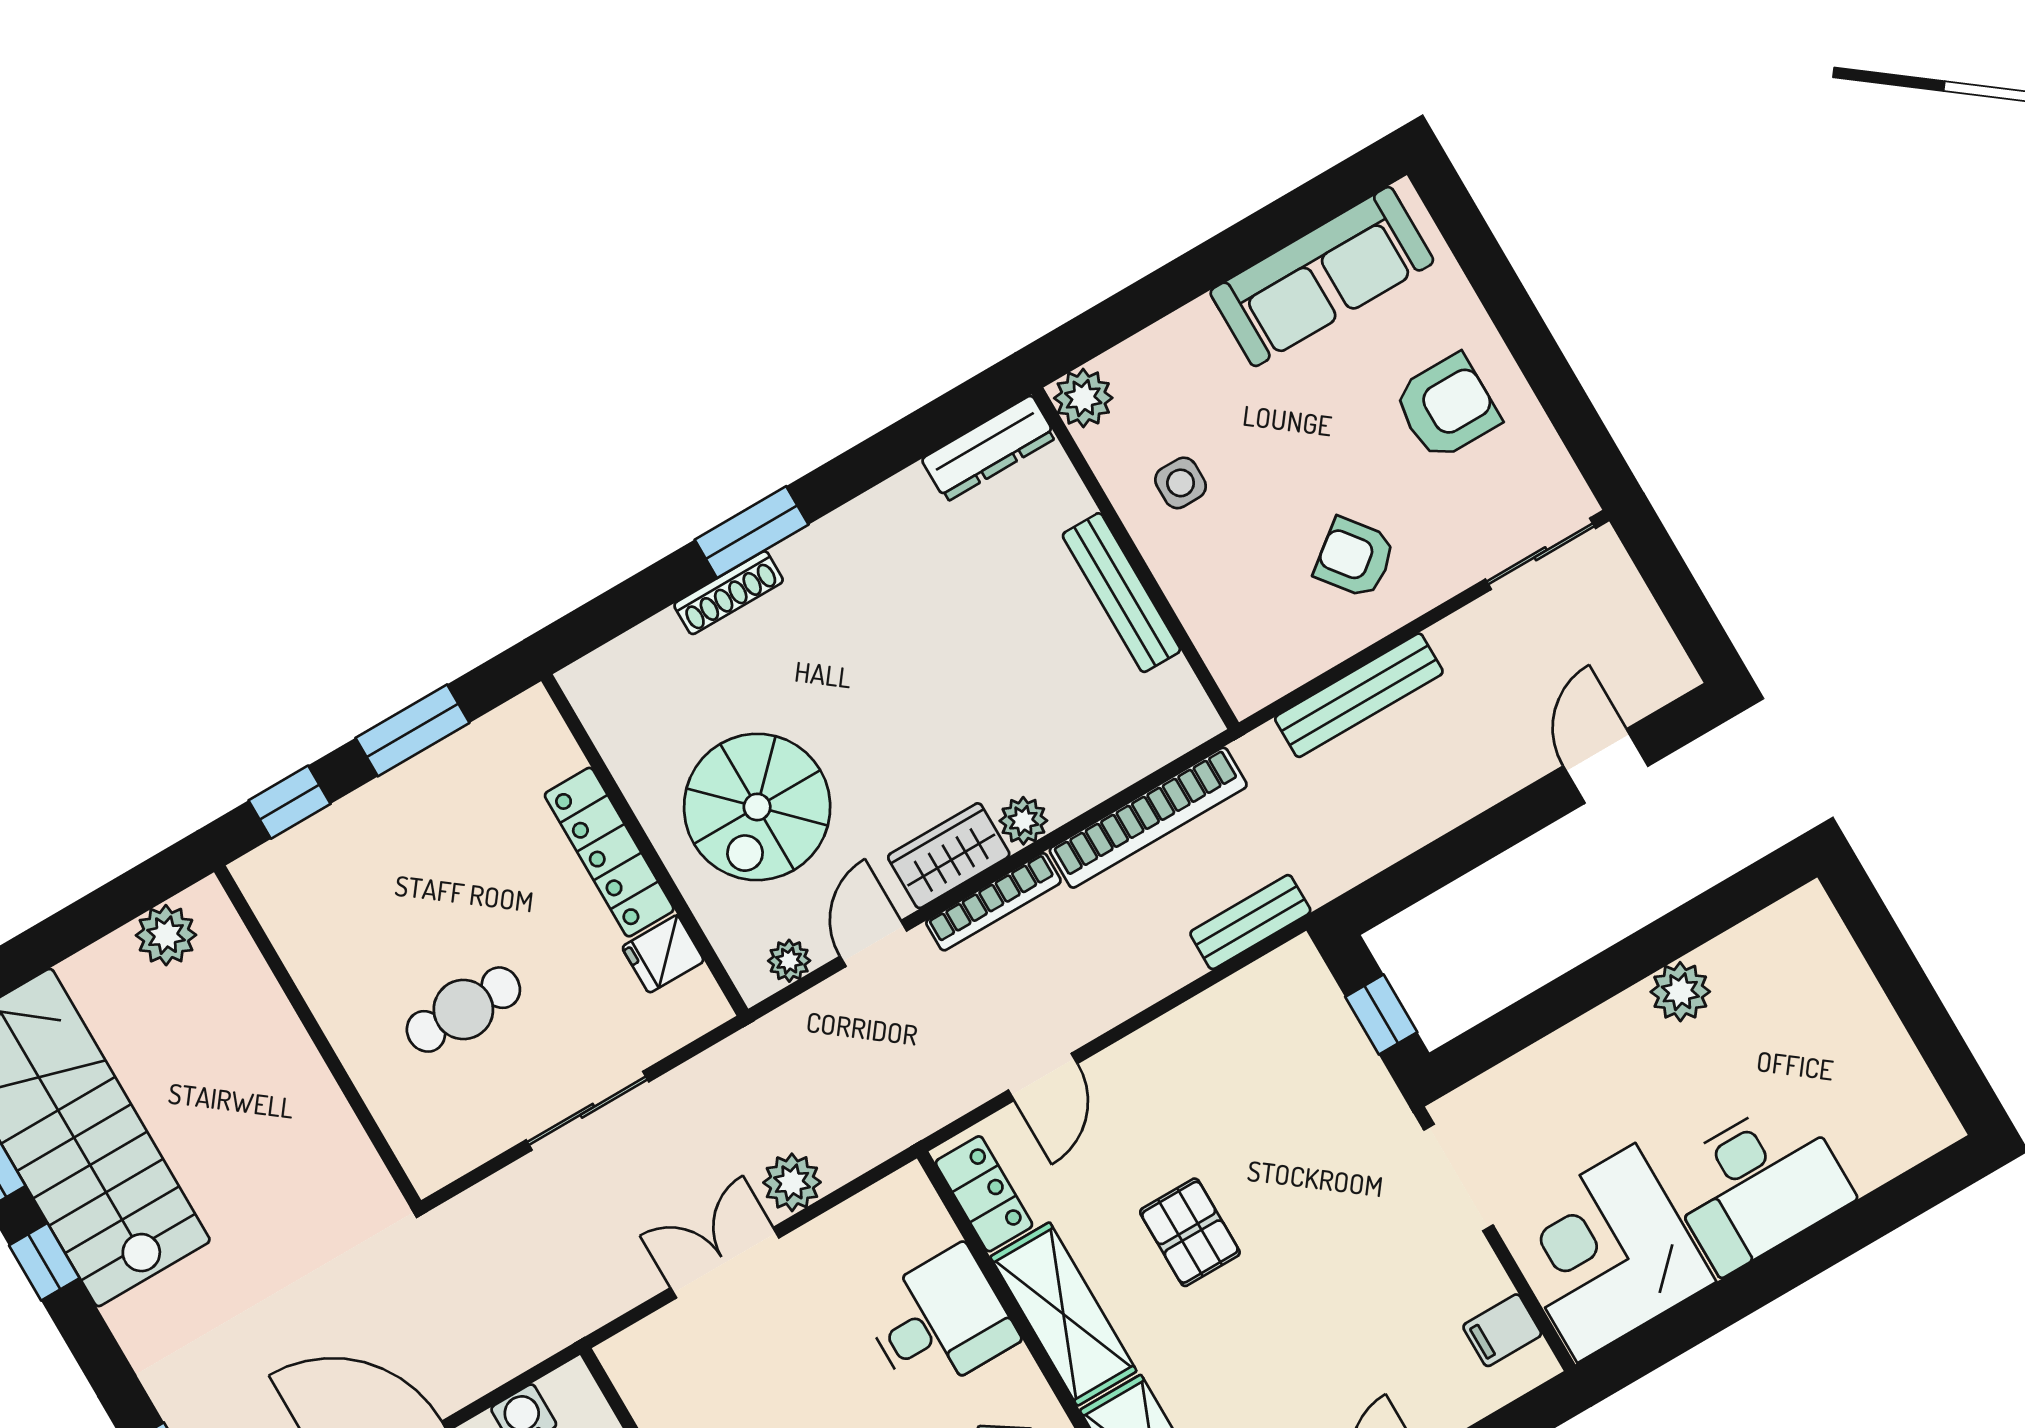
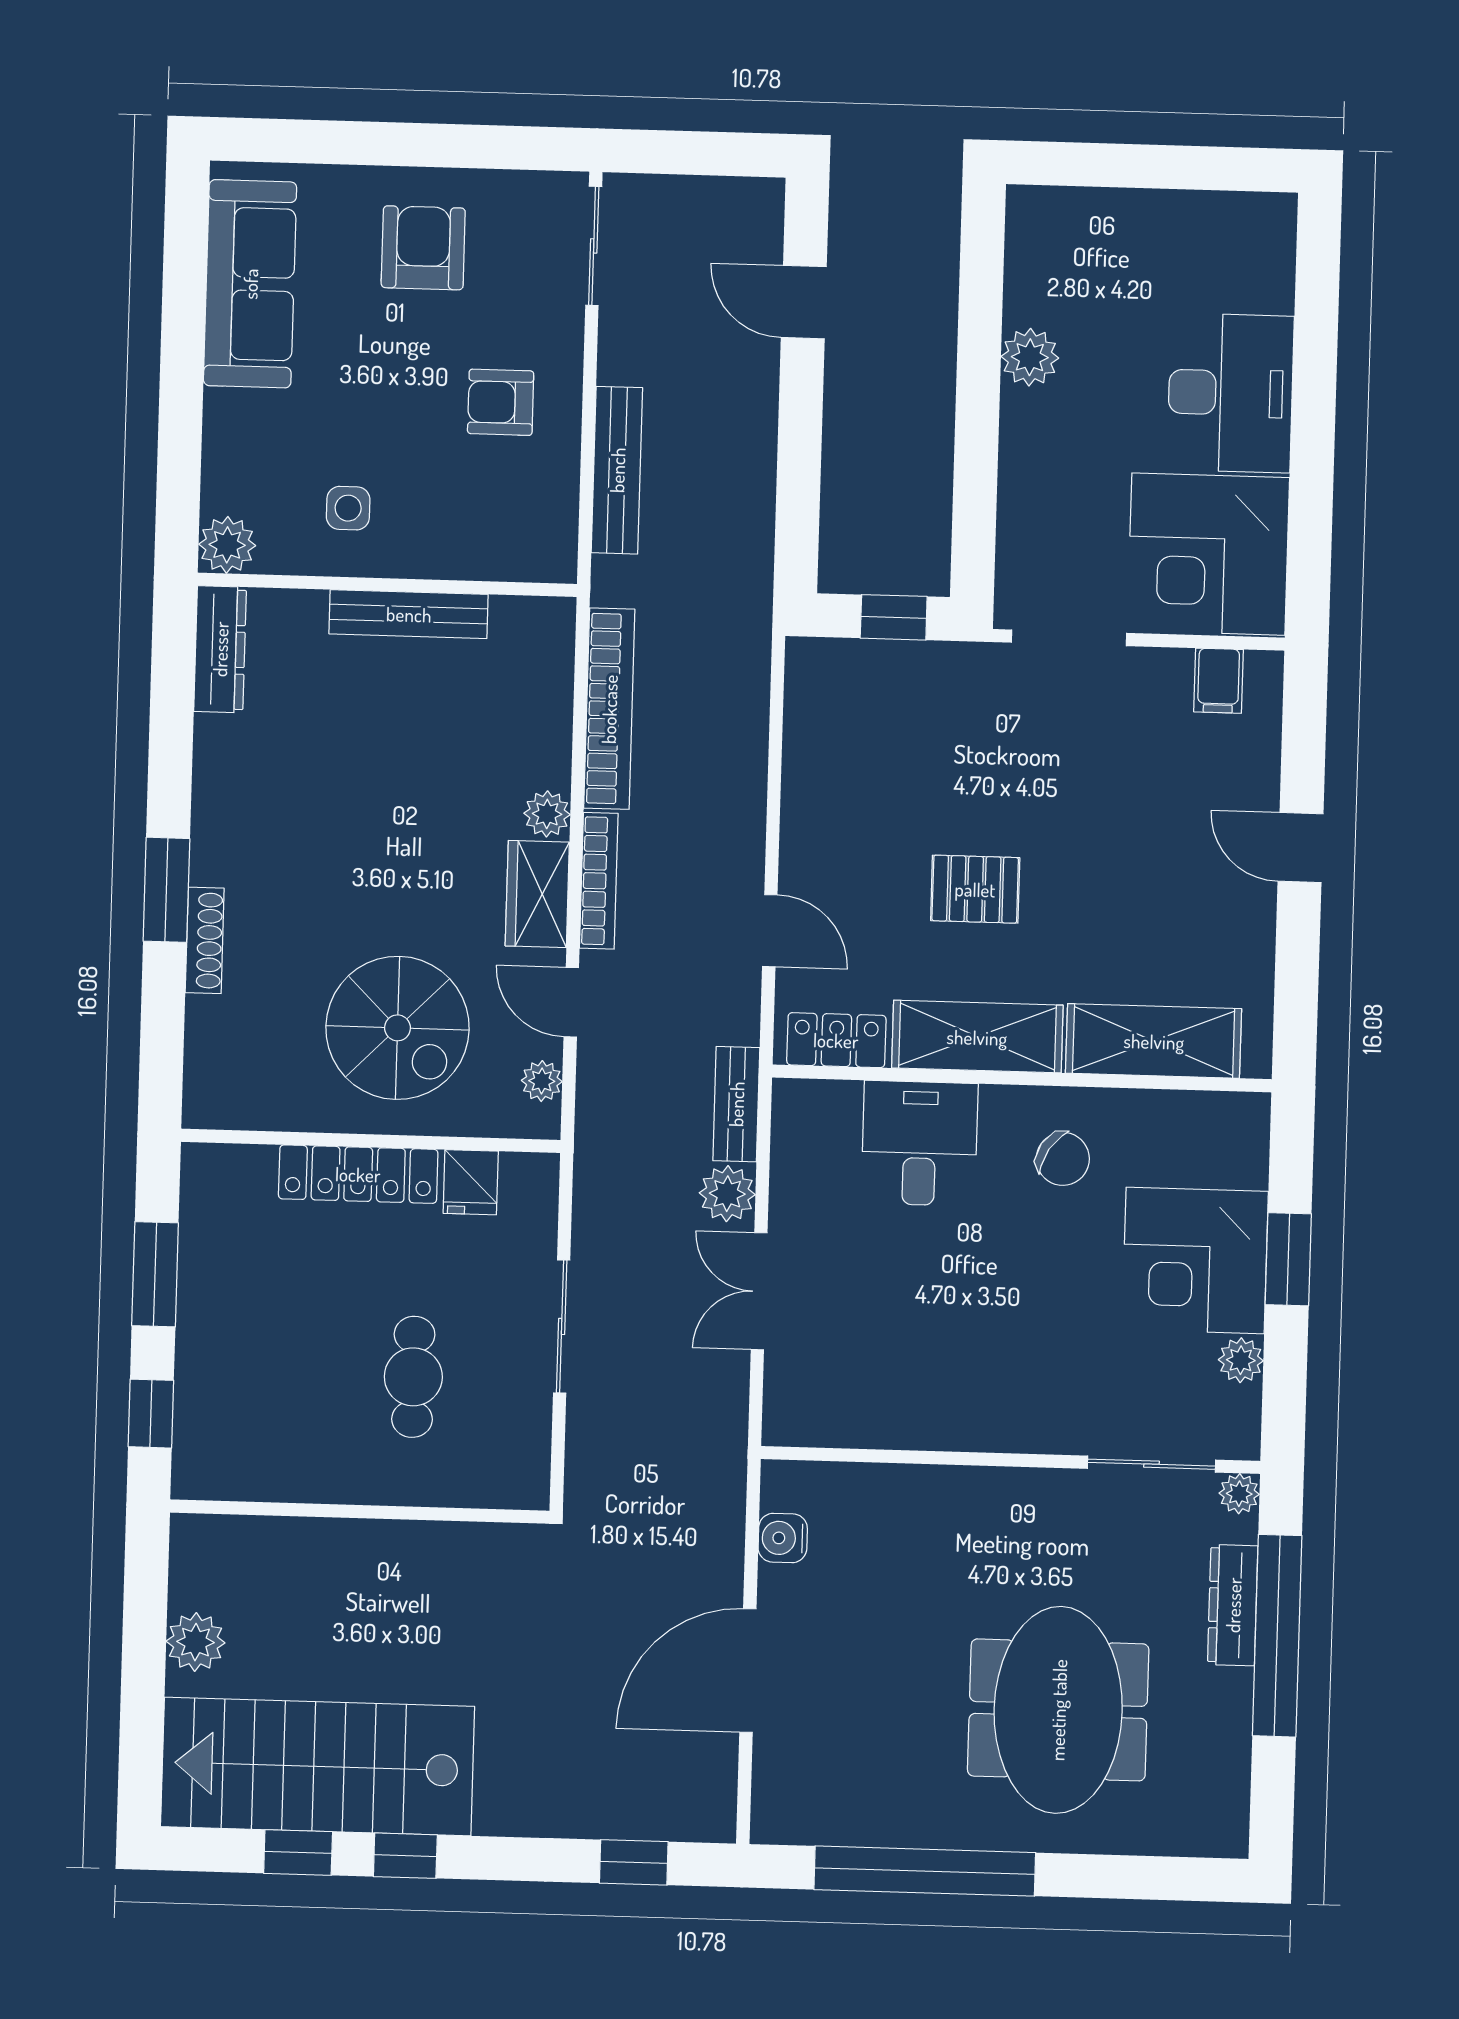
armchair: (1355, 558) -> (501, 402), turned 38
bench: (1250, 922) -> (736, 1104), moved
plant: (166, 935) -> (196, 1642), moved

